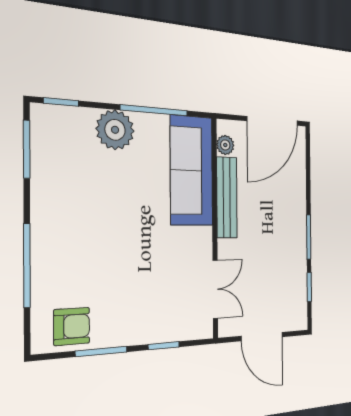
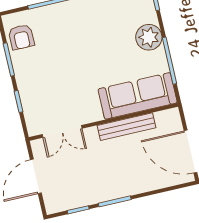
plant: (225, 145) -> (162, 117), removed

